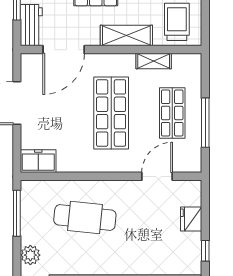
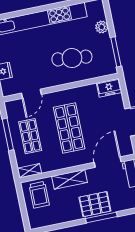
shelving: (154, 61) -> (29, 171), moved

